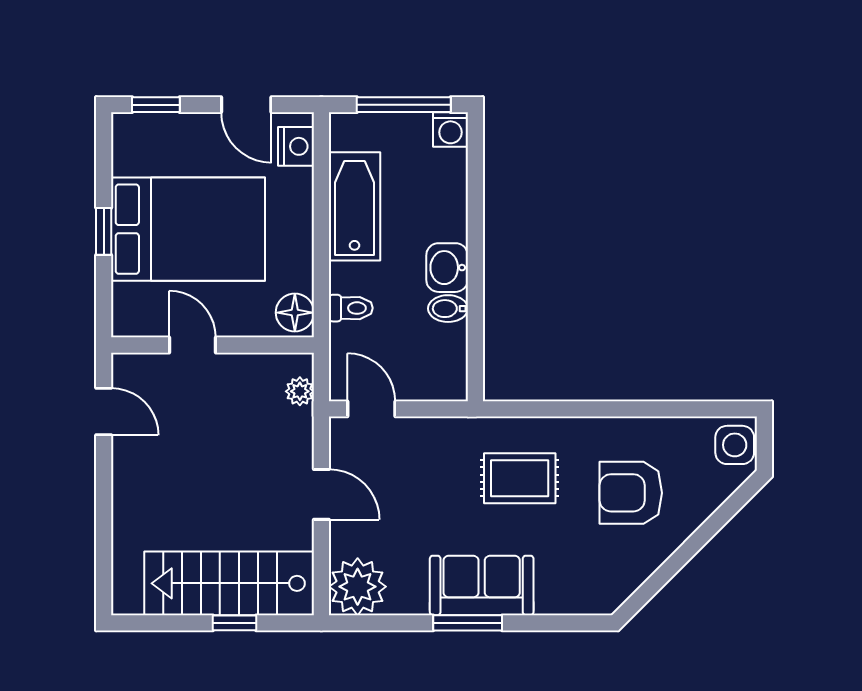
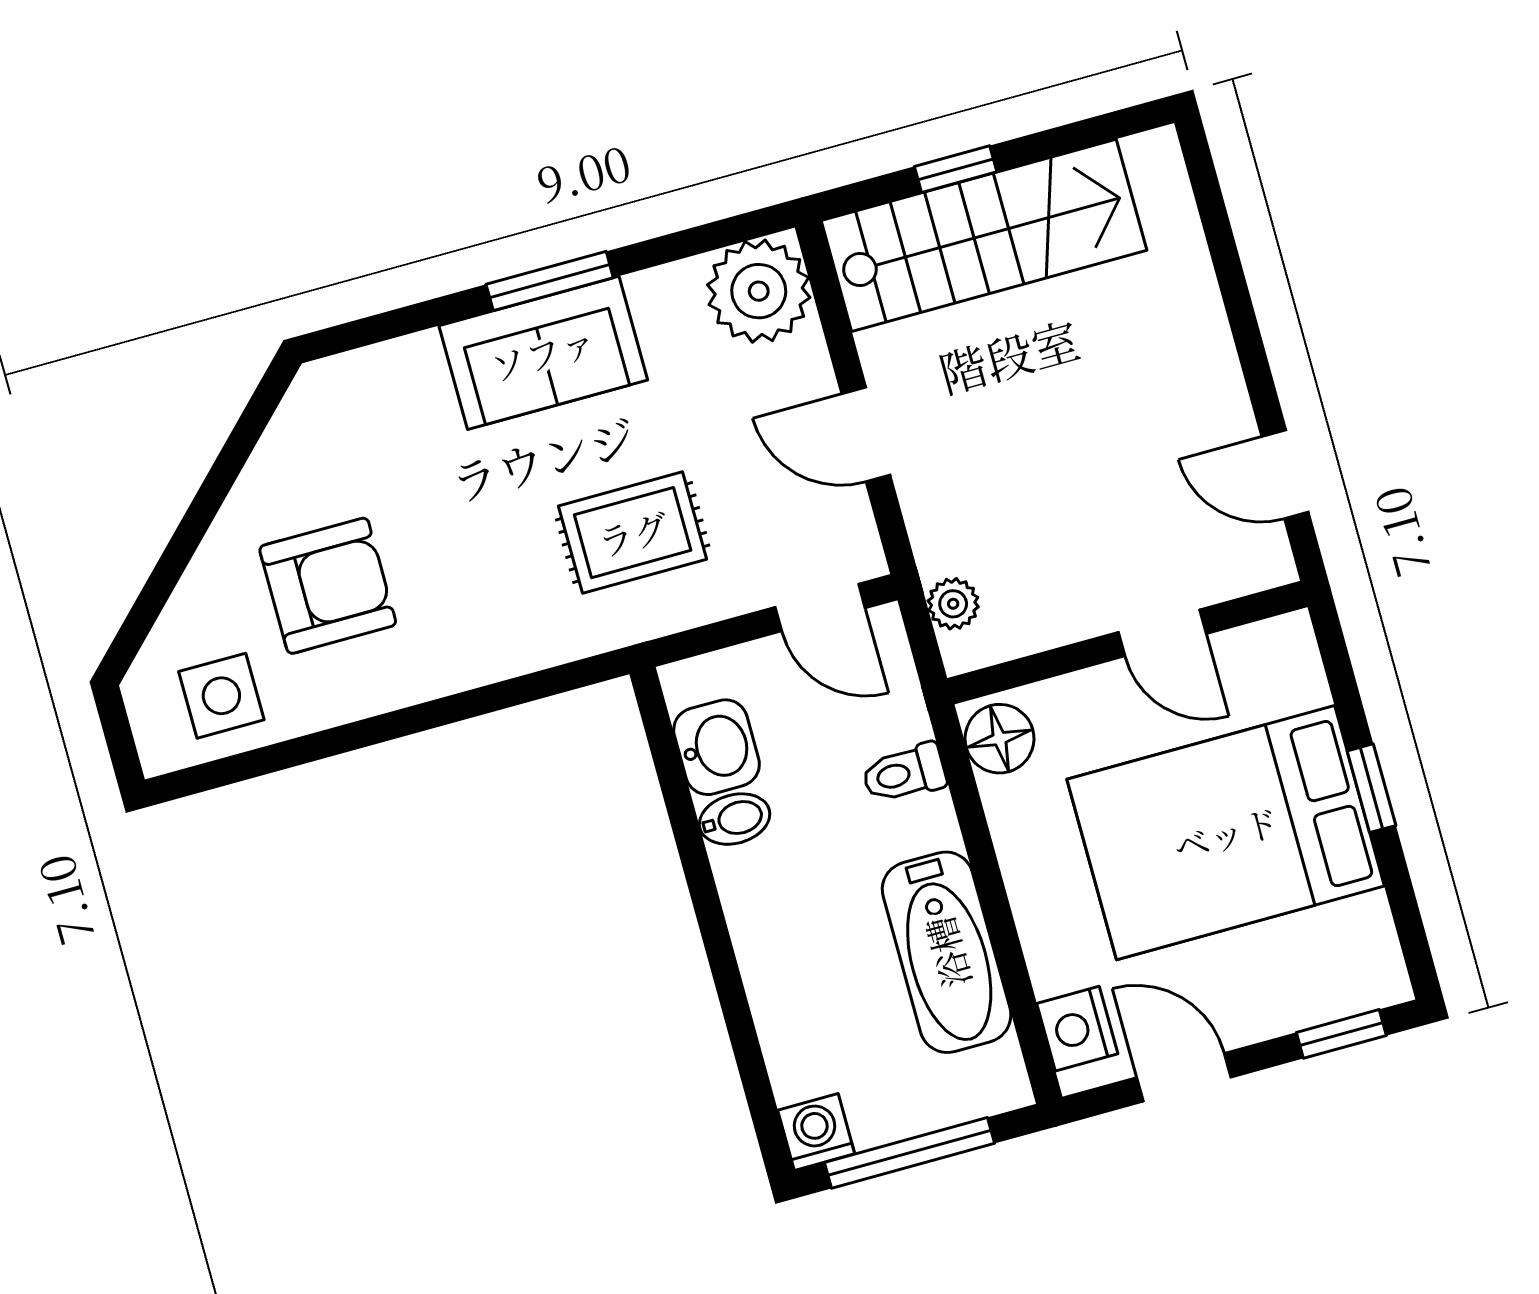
washbasin: (447, 268) -> (717, 747), moved
side table: (735, 445) -> (221, 696), moved
rug: (520, 478) -> (633, 533), moved

